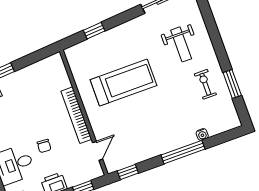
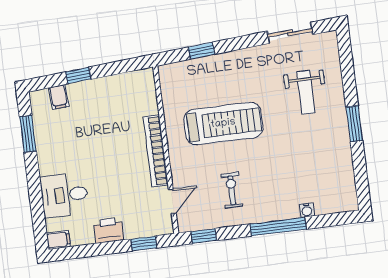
exercise bike: (205, 84) -> (232, 190), moved
window: (232, 84) -> (354, 124), moved
chair: (44, 146) -> (107, 180), removed

